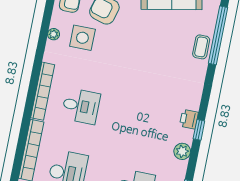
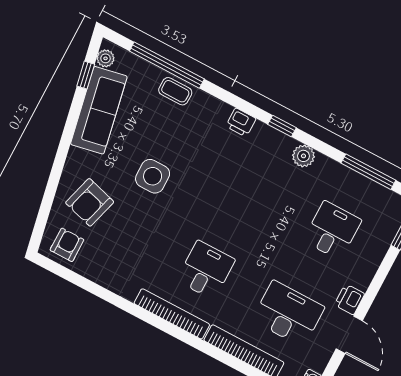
plant: (54, 34) -> (102, 278), removed
side table: (82, 38) -> (153, 176), moved
printer: (189, 119) -> (241, 122), moved

